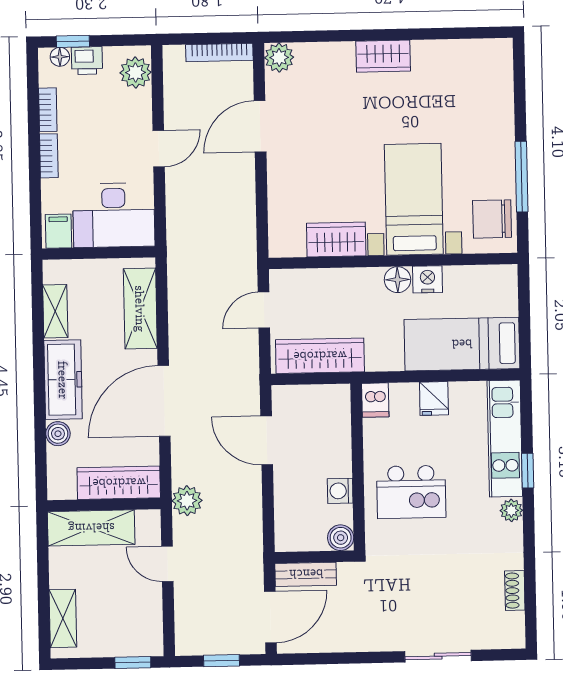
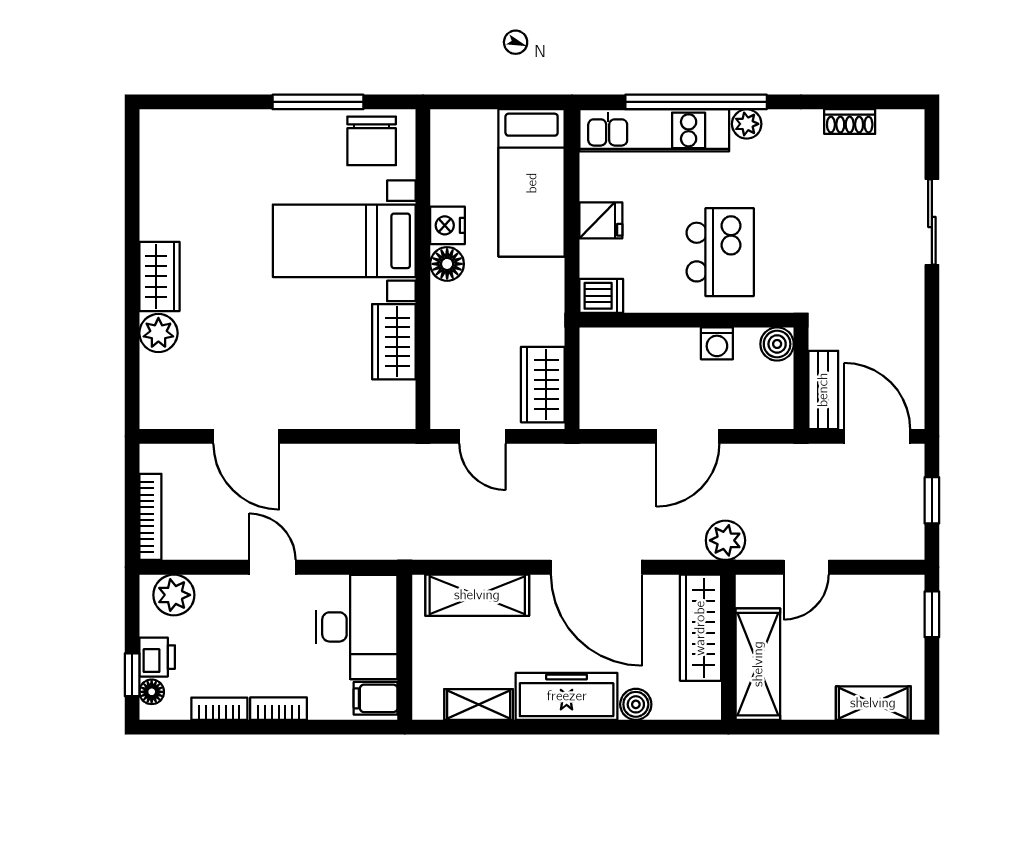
bookcase: (219, 52) -> (150, 517), moved
plant: (279, 58) -> (158, 333), moved
wardrobe: (320, 356) -> (543, 385), width x0.67
door: (267, 440) -> (688, 436), moved
window: (528, 471) -> (696, 102), width x3.17

